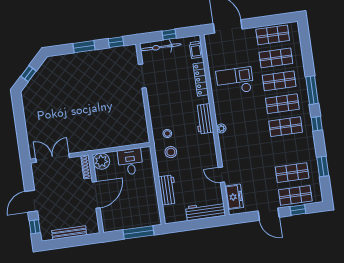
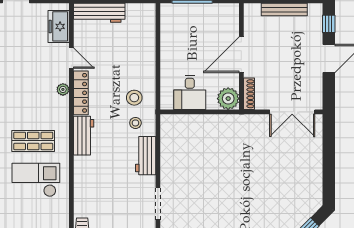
locker: (201, 79) -> (81, 93), moved
checkout: (235, 81) -> (36, 180), turned 180
shop shelf: (241, 110) -> (33, 141), added
plant: (221, 128) -> (63, 89), moved
workbench: (168, 190) -> (146, 156), moved

